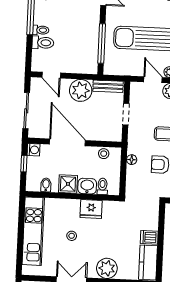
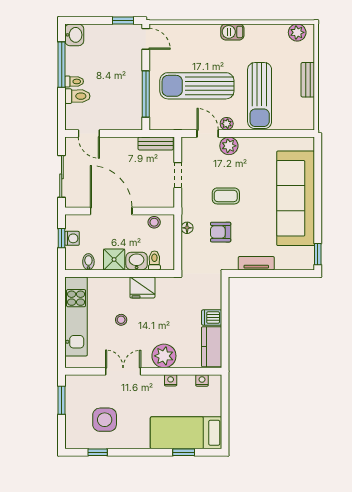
plant: (81, 90) -> (124, 150), removed
washing machine: (33, 150) -> (72, 238), moved

